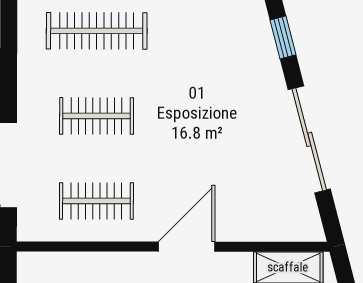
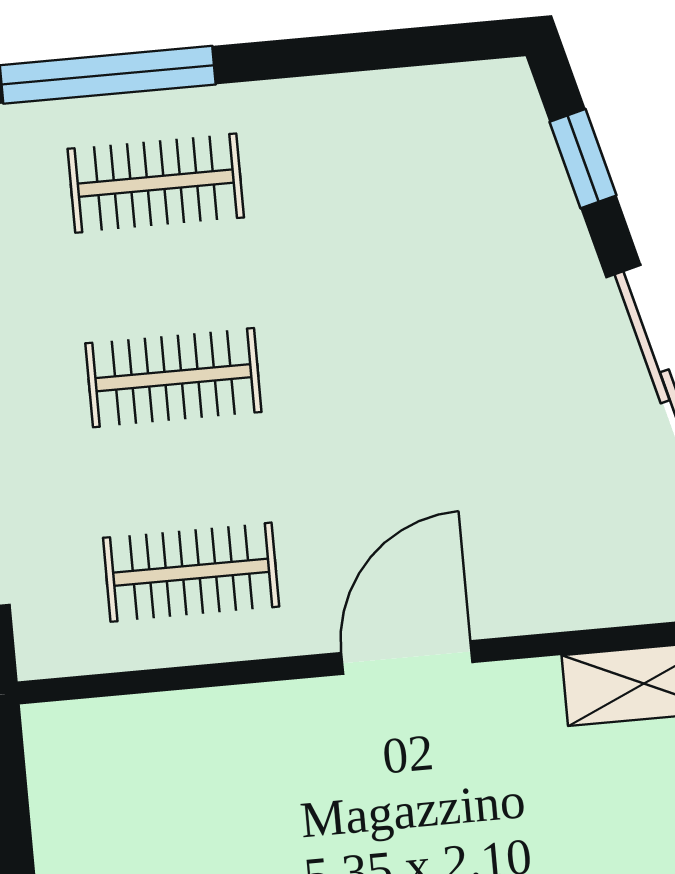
clothes rail: (97, 31) -> (156, 183), width x0.73

